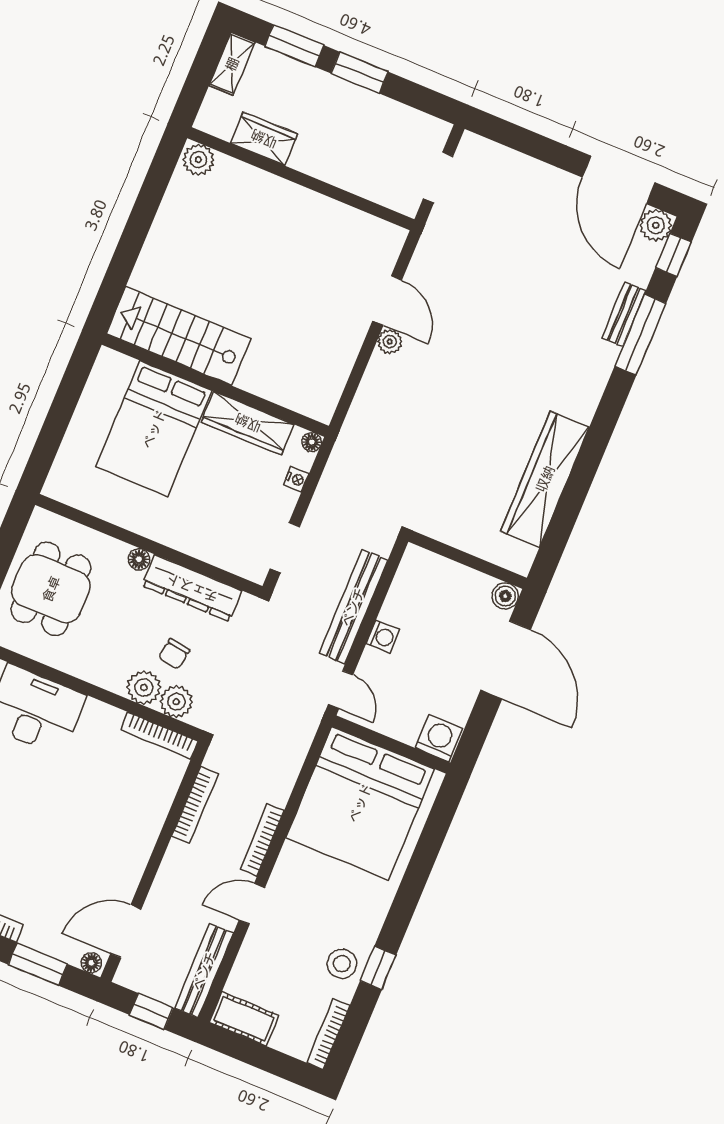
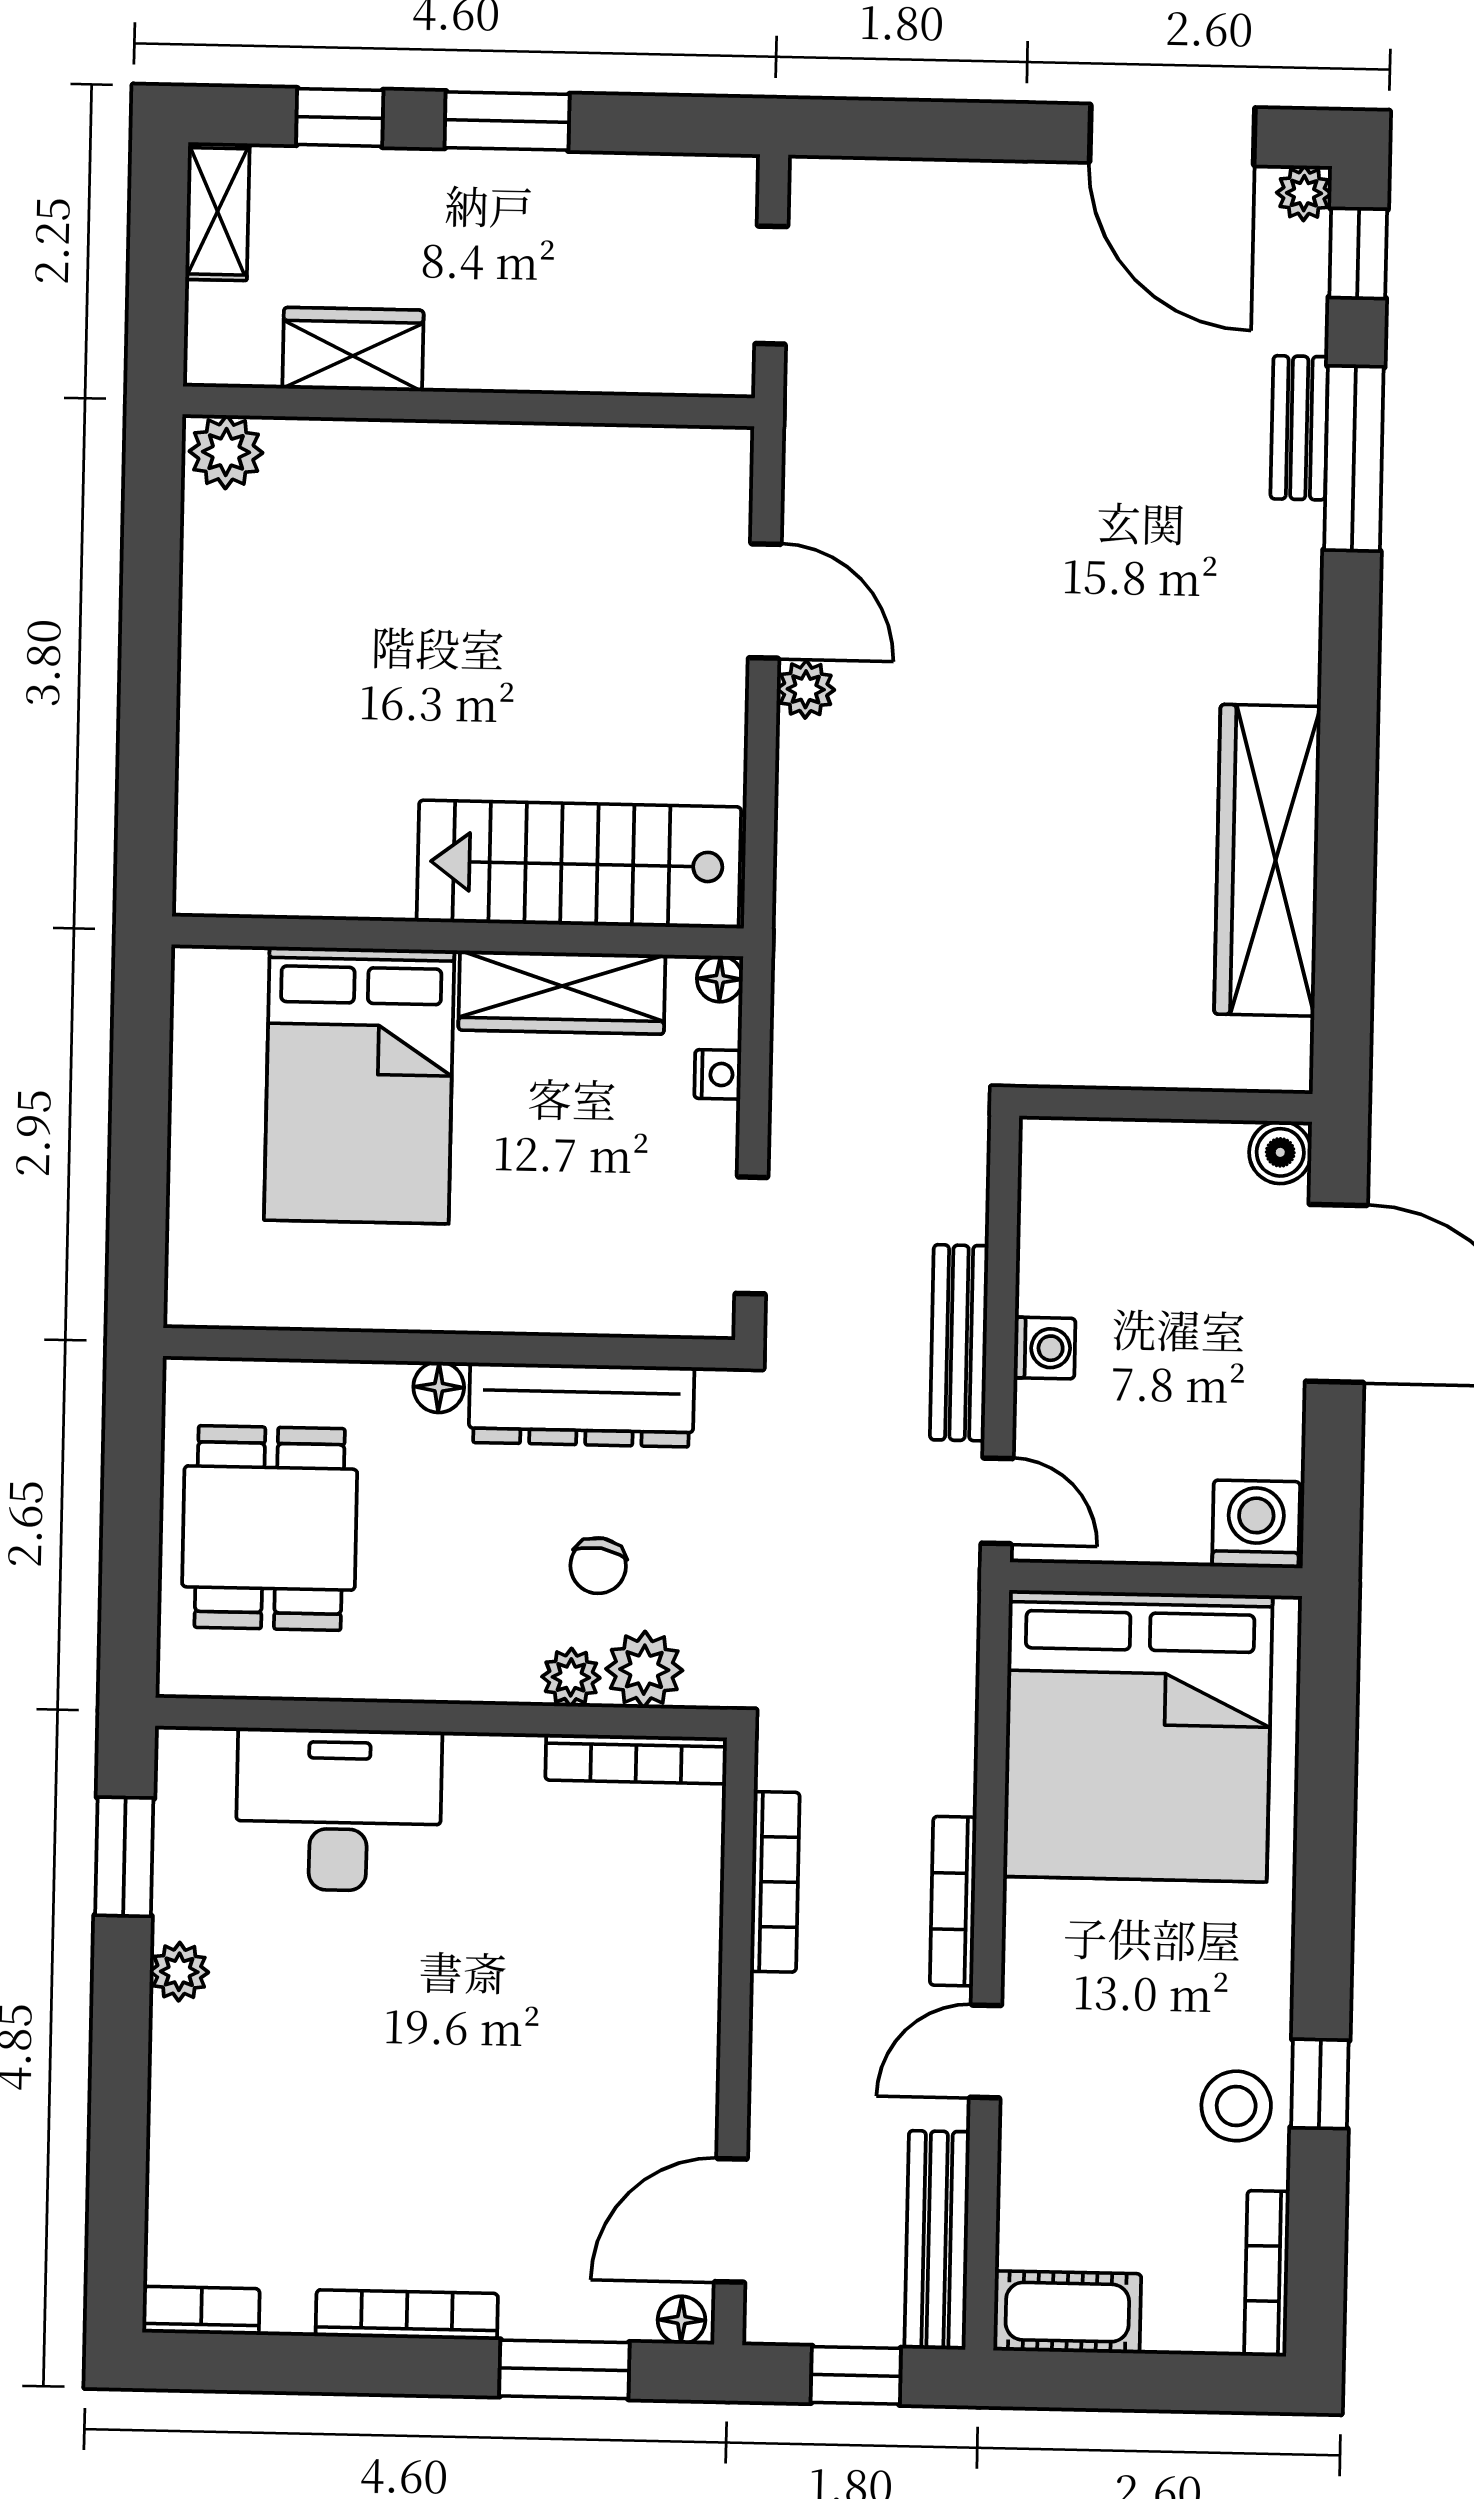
window: (294, 46) -> (340, 117), width x0.67
plant: (656, 225) -> (1304, 193), width x0.73, depth x0.73
stairs: (179, 336) -> (579, 864), moved
bench: (353, 607) -> (959, 1343), width x0.73, depth x0.82
plant: (144, 688) -> (571, 1677), width x0.73, depth x0.73

